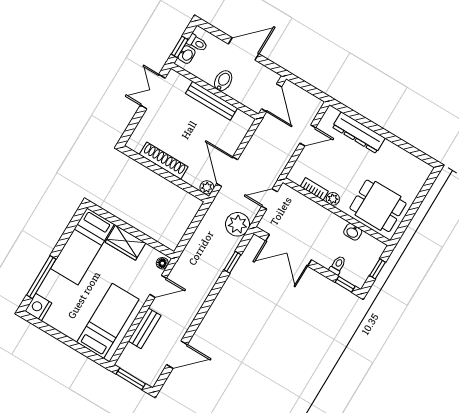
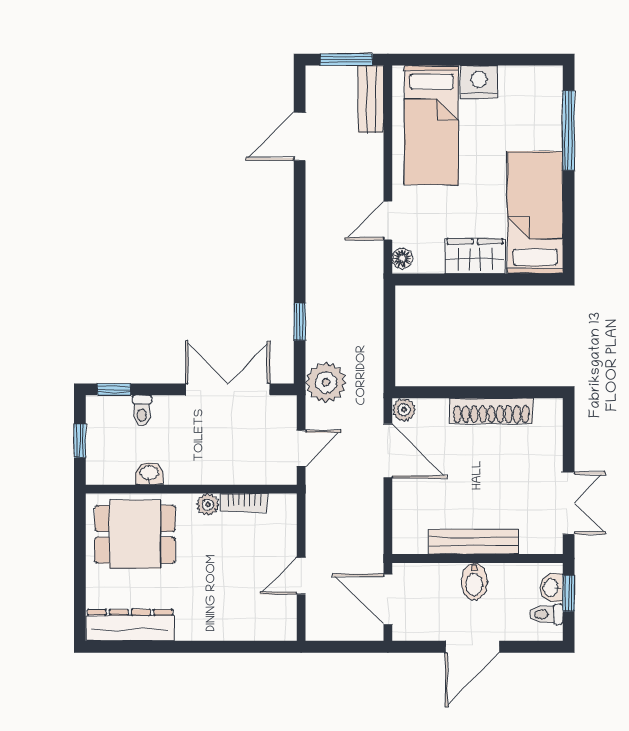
dresser: (359, 133) -> (130, 625), moved
nightstand: (38, 307) -> (479, 82), moved, turned -90
bench: (145, 328) -> (371, 99), moved

